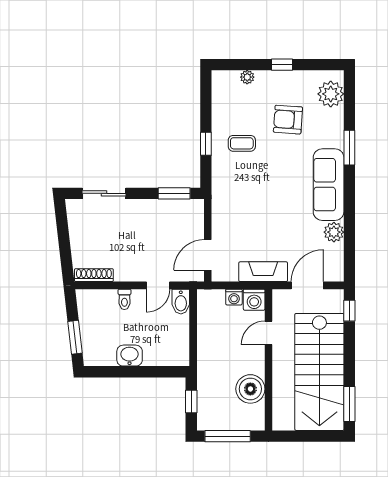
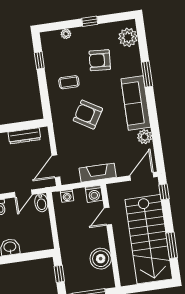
window: (206, 144) -> (39, 60), moved
armchair: (261, 191) -> (88, 115), added
window: (174, 193) -> (25, 125), removed
dresser: (171, 207) -> (24, 136), added
door: (307, 285) -> (142, 176), moved
washing machine: (234, 297) -> (67, 196), moved
window: (349, 404) -> (172, 245), moved

